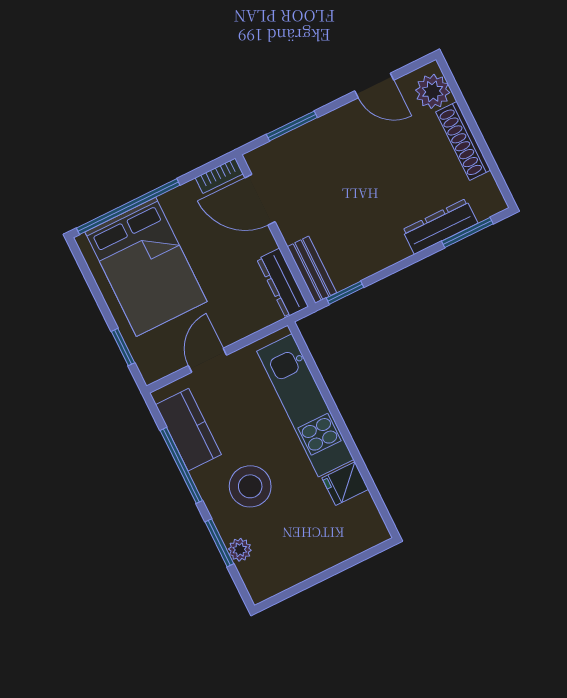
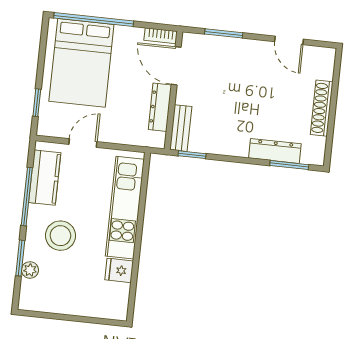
plant: (433, 91) -> (322, 66), removed
dresser: (283, 283) -> (160, 107), moved

